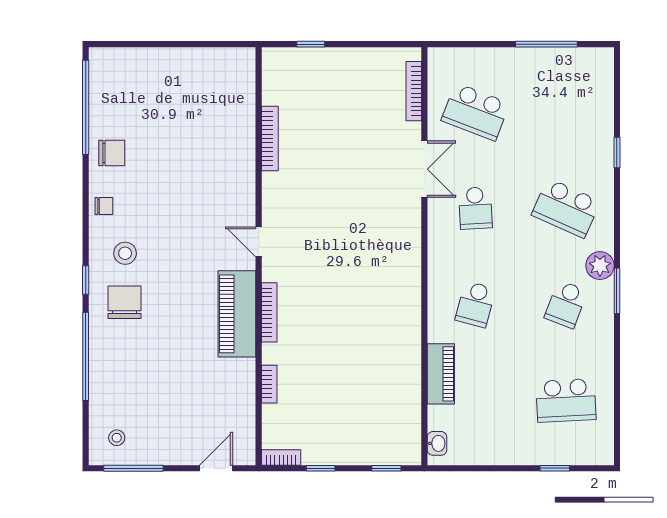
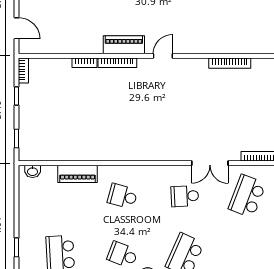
piano: (237, 314) -> (124, 45), width x0.73, depth x0.75
bookcase: (269, 384) -> (85, 63), moved

